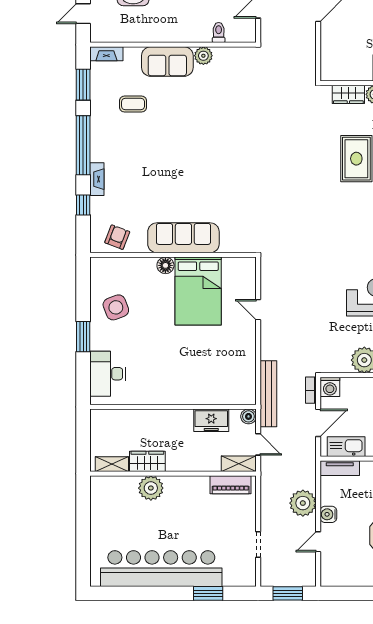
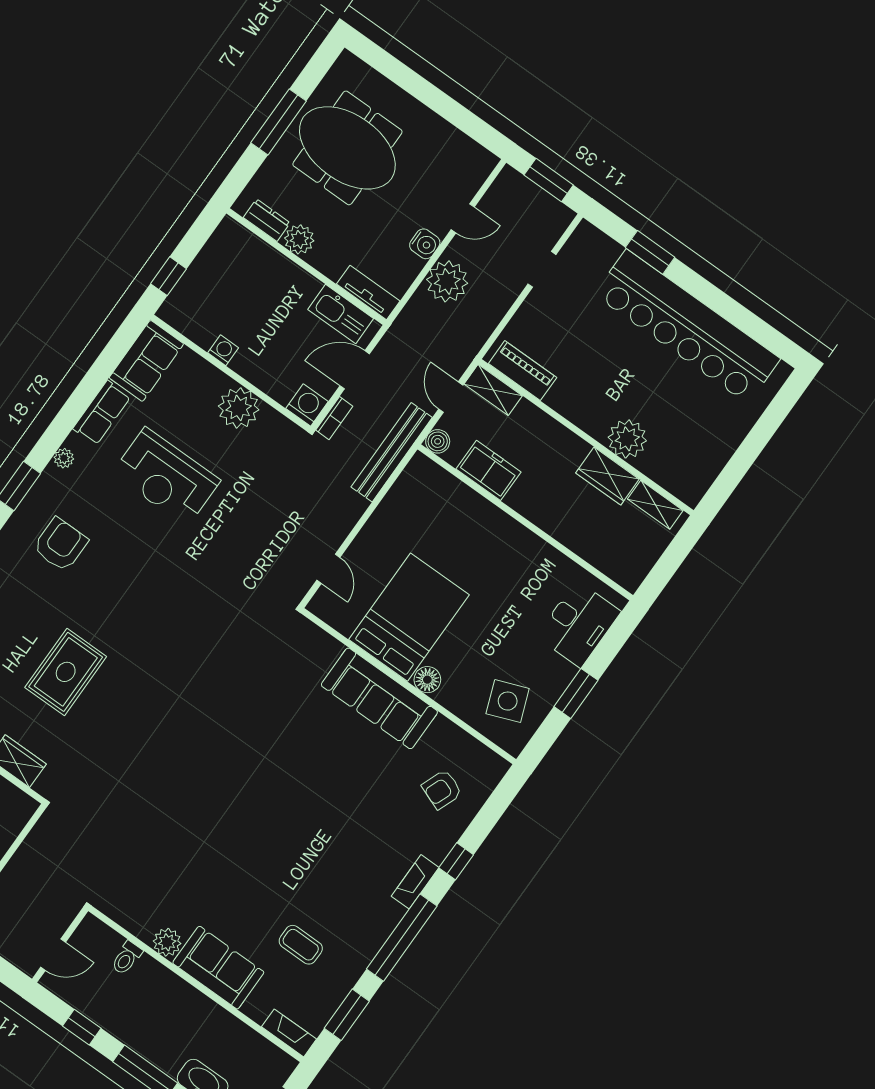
sofa: (183, 238) -> (379, 698), moved
wall: (173, 255) -> (408, 686), moved
floor lamp: (165, 265) -> (427, 680), moved
bed: (198, 291) -> (409, 617), moved

